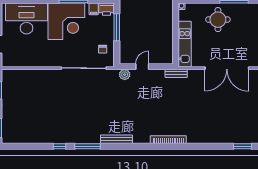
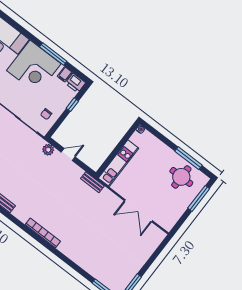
round table: (218, 20) -> (181, 177), moved
window: (117, 27) -> (72, 105), width x0.46
double door: (227, 68) -> (138, 211), width x0.73

